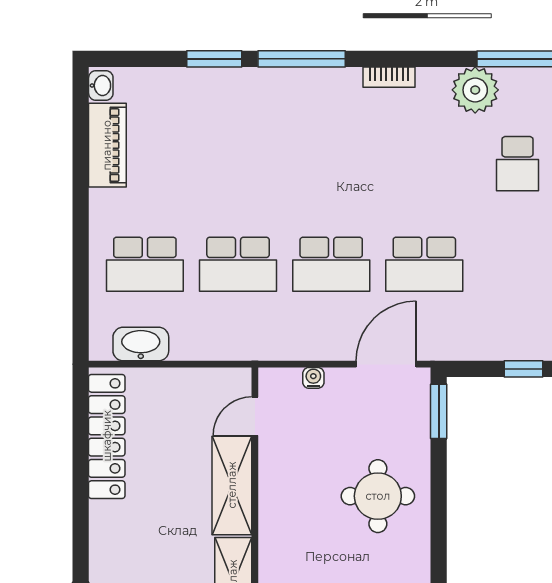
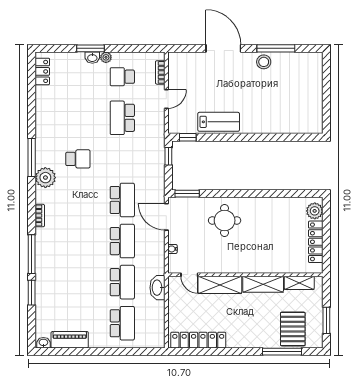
washbasin: (141, 344) -> (157, 288), moved

